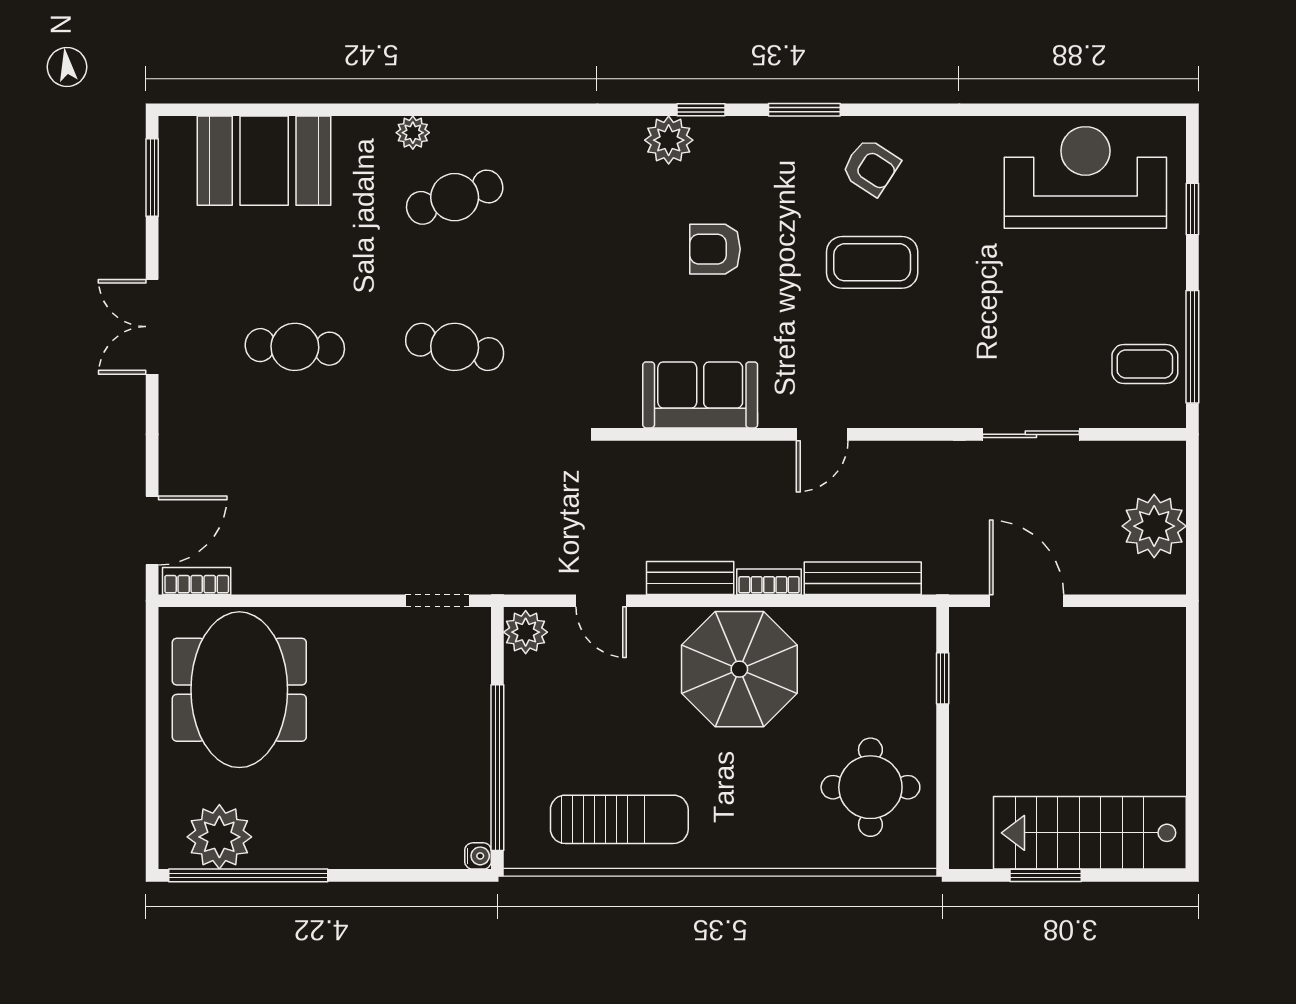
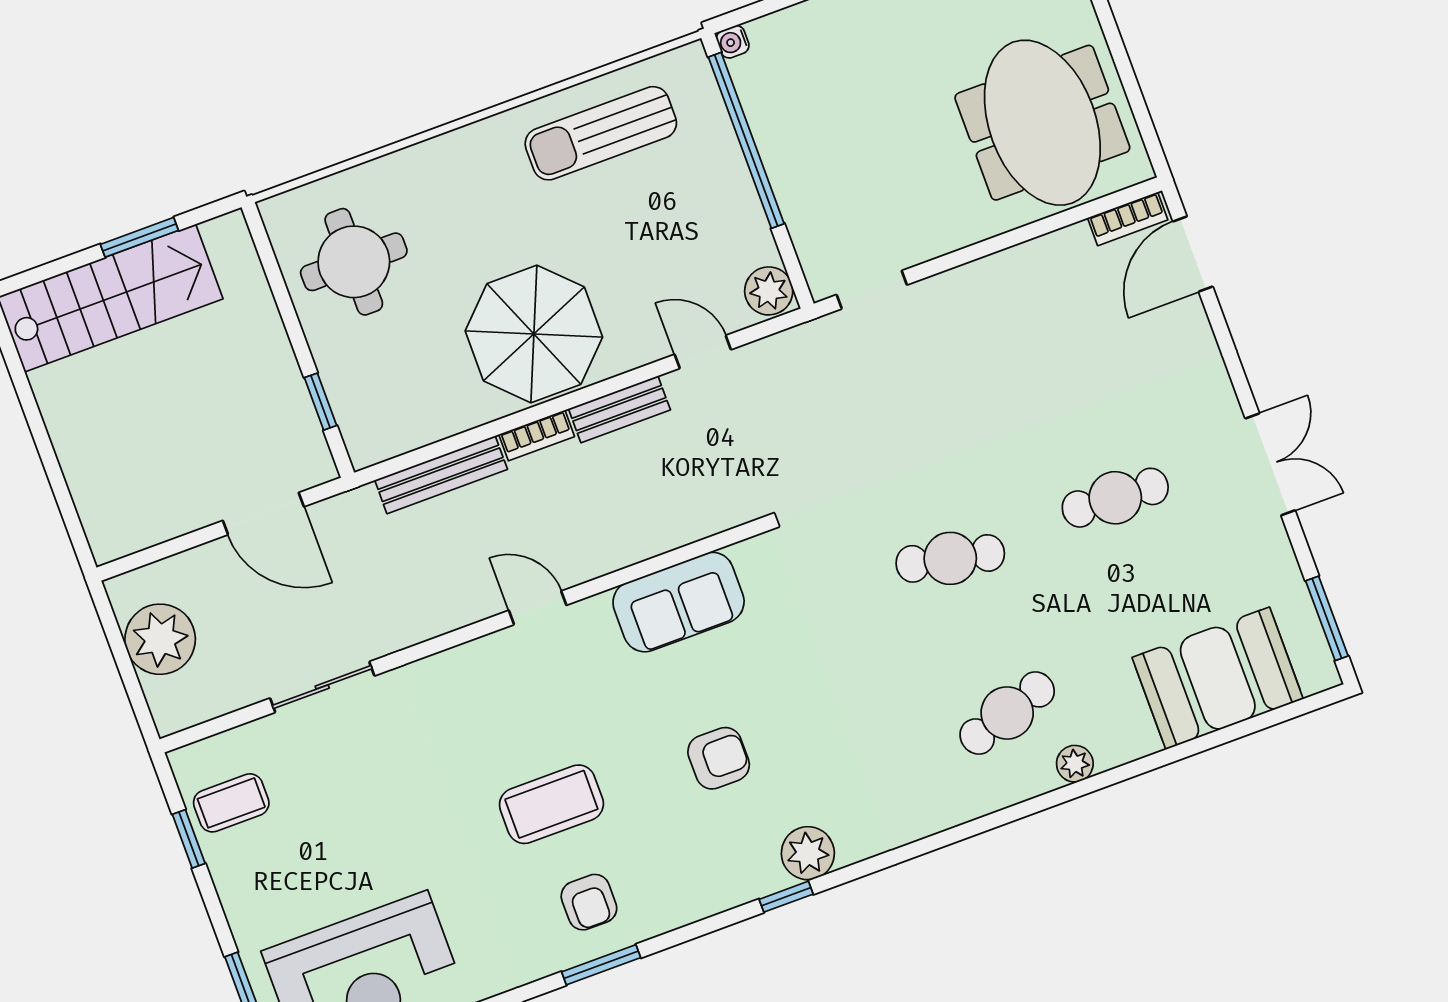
window: (804, 110) -> (601, 965), moved
armchair: (871, 167) -> (589, 902), turned -123
window: (1192, 347) -> (189, 839), width x0.46
door: (822, 434) -> (538, 608), hinge flipped

